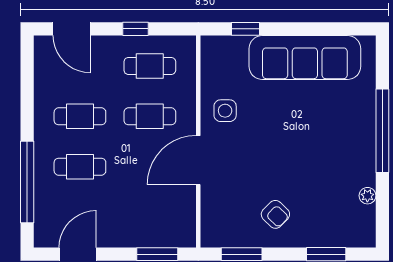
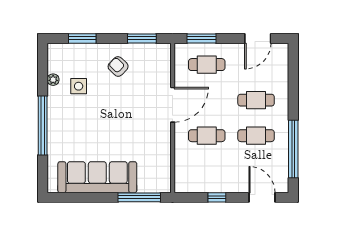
window: (245, 29) -> (139, 197), width x2.17
cafe table: (150, 66) -> (207, 65), moved
side table: (225, 111) -> (79, 86), moved
window: (27, 182) -> (293, 149), moved

